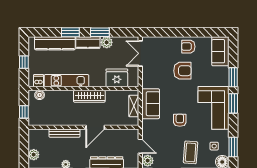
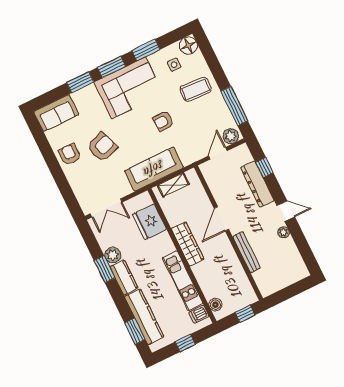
window: (70, 32) -> (135, 331), moved
armchair: (188, 47) -> (70, 154), turned 180
armchair: (182, 71) -> (102, 147), turned 71
sofa: (151, 104) -> (154, 169), width x1.36
door: (95, 127) -> (221, 219), swing flipped
window: (233, 147) -> (146, 50), moved
plant: (34, 155) -> (291, 277), removed

